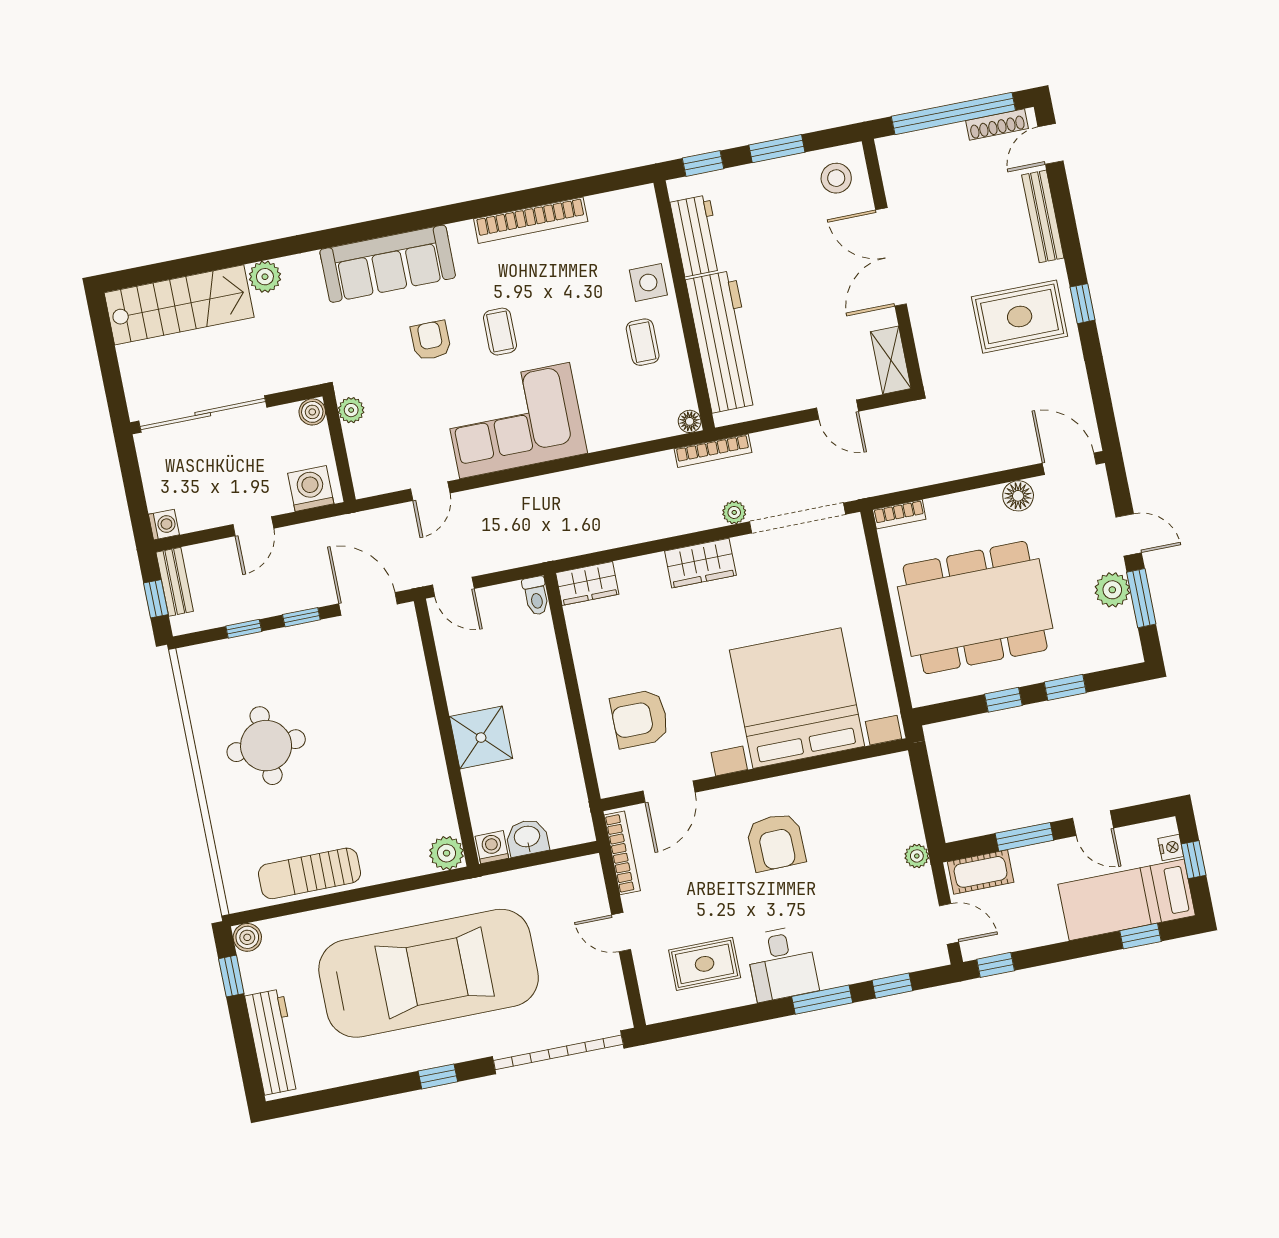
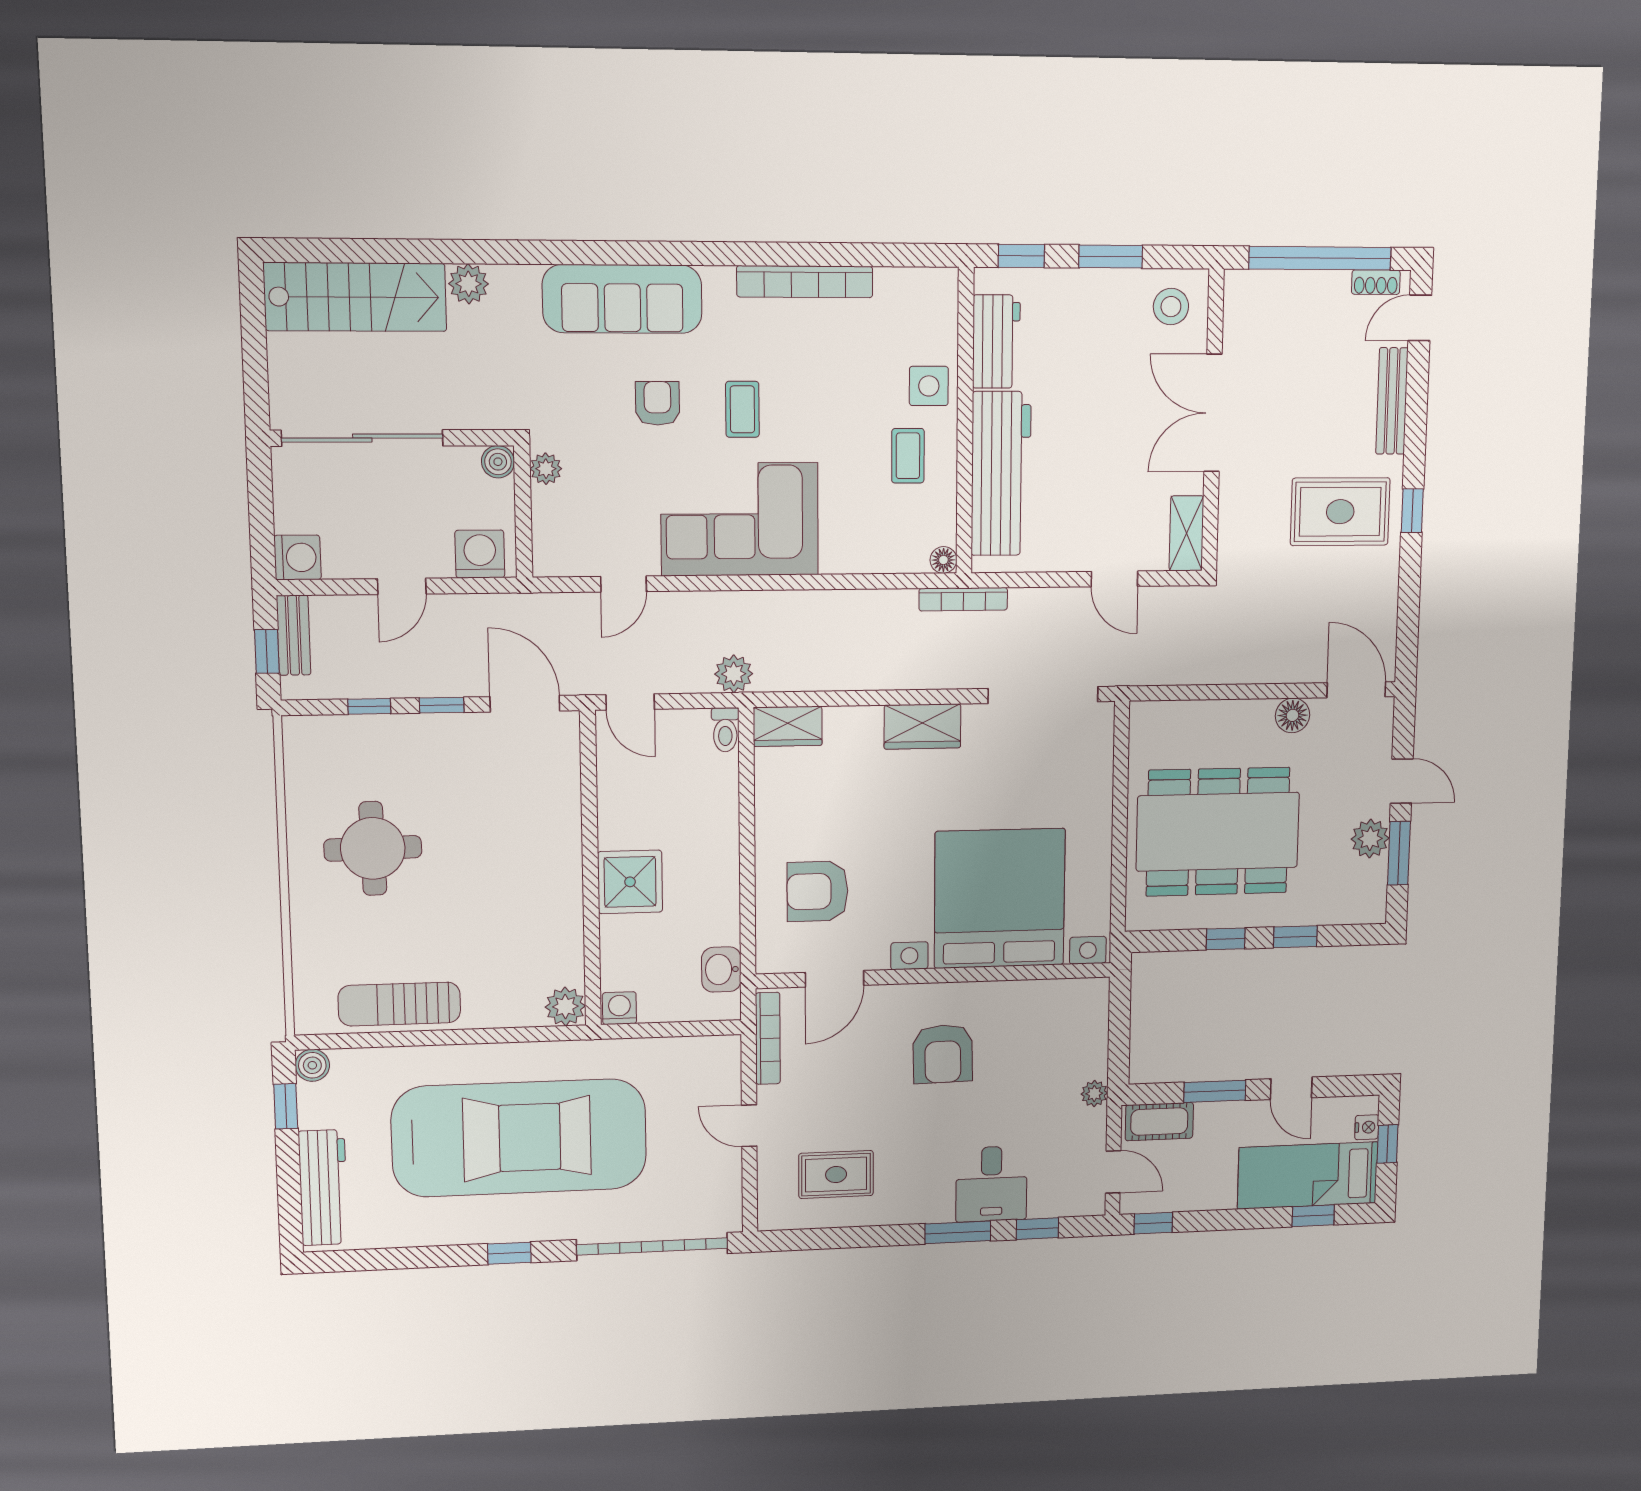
shoe rack: (997, 125) -> (1376, 282), width x0.70
plant: (734, 512) -> (734, 674), moved, width x1.38, depth x1.38
bookcase: (899, 514) -> (1158, 712), removed
washing machine: (164, 525) -> (298, 557), width x1.38, depth x1.38
washbasin: (527, 837) -> (721, 969), moved, turned -90
desk: (782, 964) -> (991, 1184), moved

